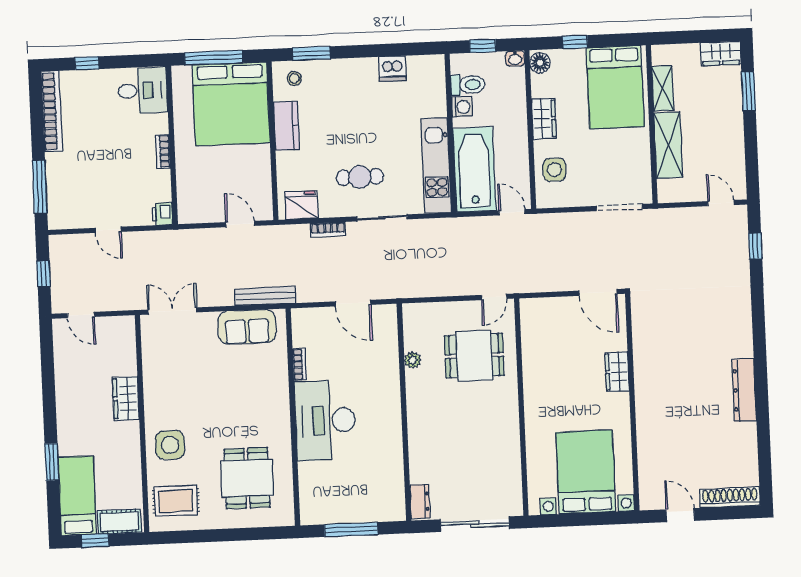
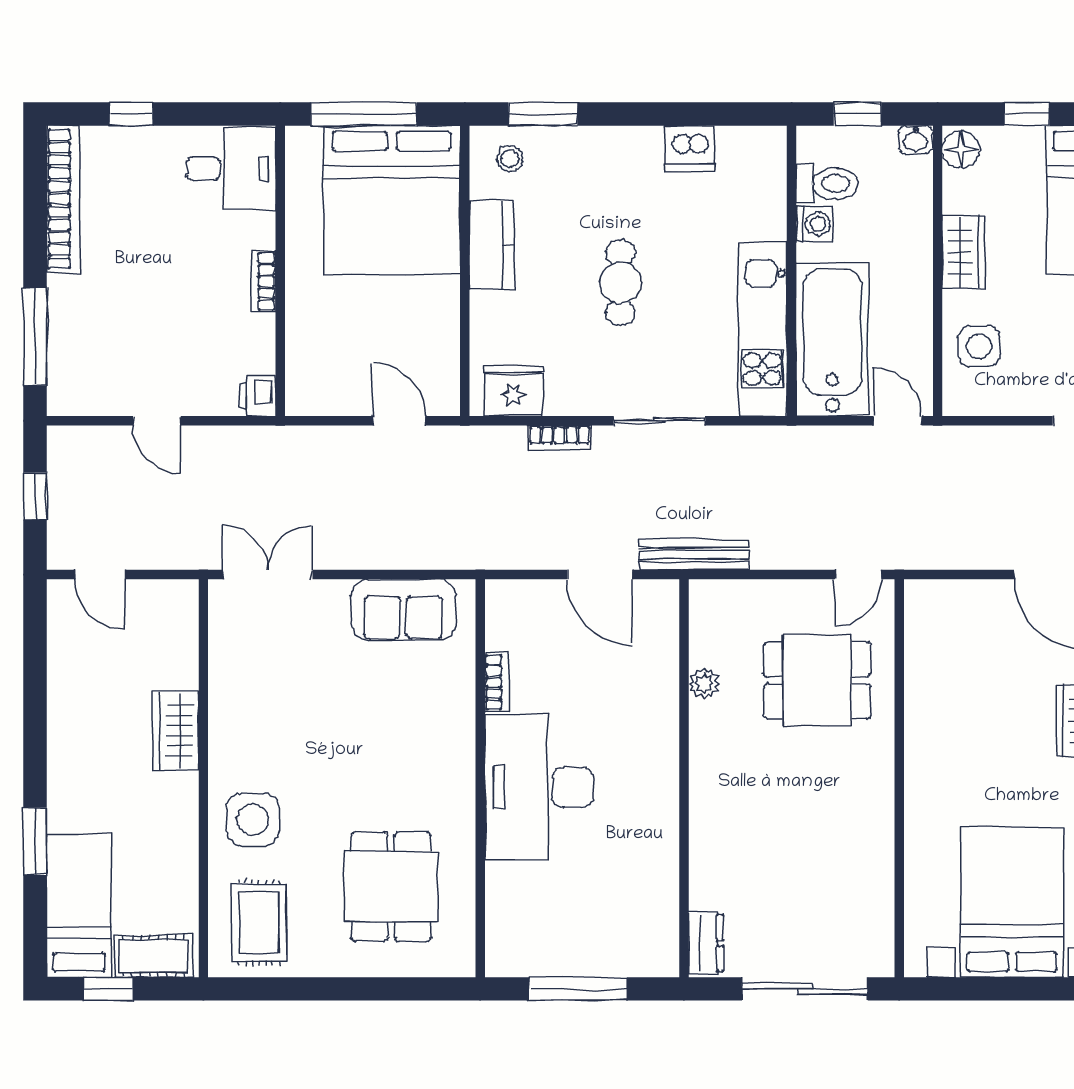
cafe table: (360, 177) -> (620, 283), moved, turned 90
bench: (265, 296) -> (694, 555), moved
rug: (176, 501) -> (259, 923), turned 90

